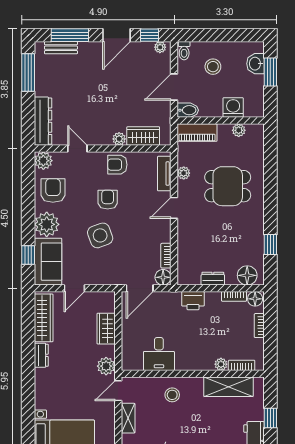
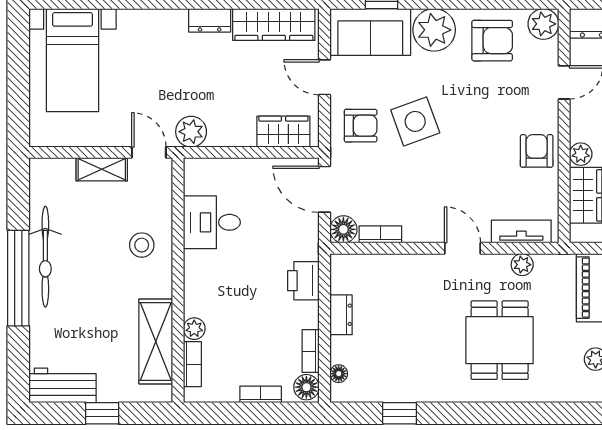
armchair: (108, 200) -> (361, 126), moved
floor lamp: (247, 275) -> (339, 374), width x0.53, depth x0.53
wardrobe: (106, 329) -> (283, 132), moved

